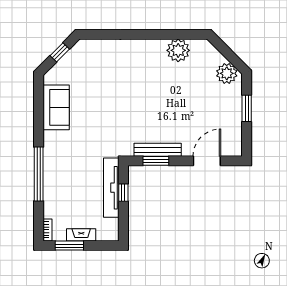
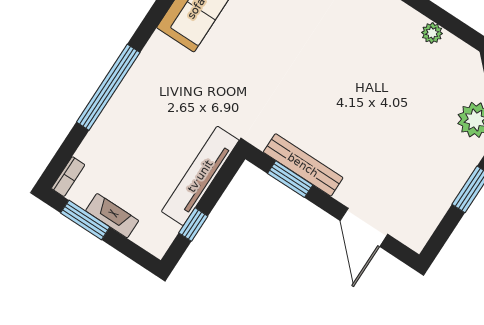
plant: (178, 50) -> (432, 33), width x0.53, depth x0.53
door: (207, 161) -> (364, 227), swing flipped
window: (123, 193) -> (193, 225), moved

